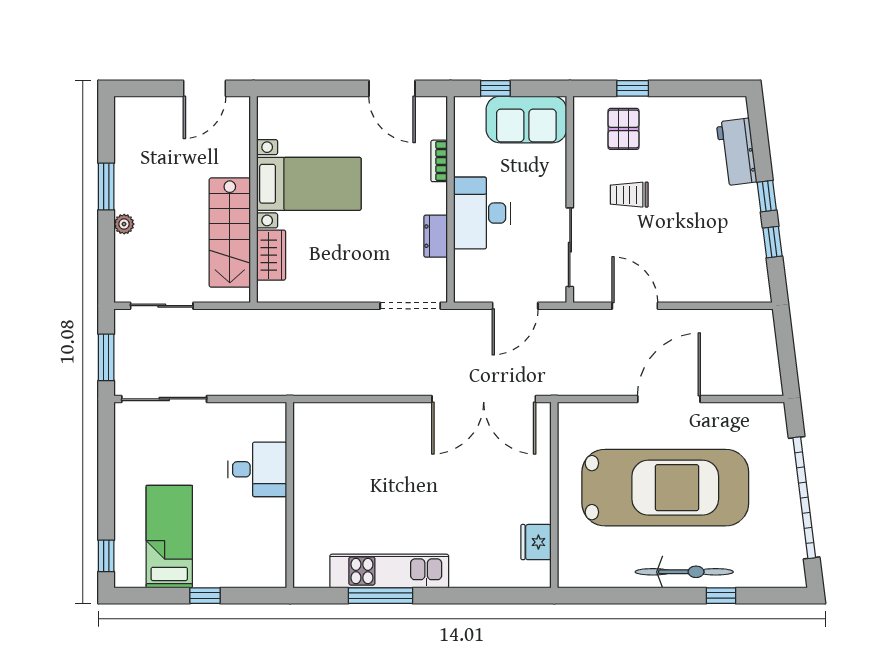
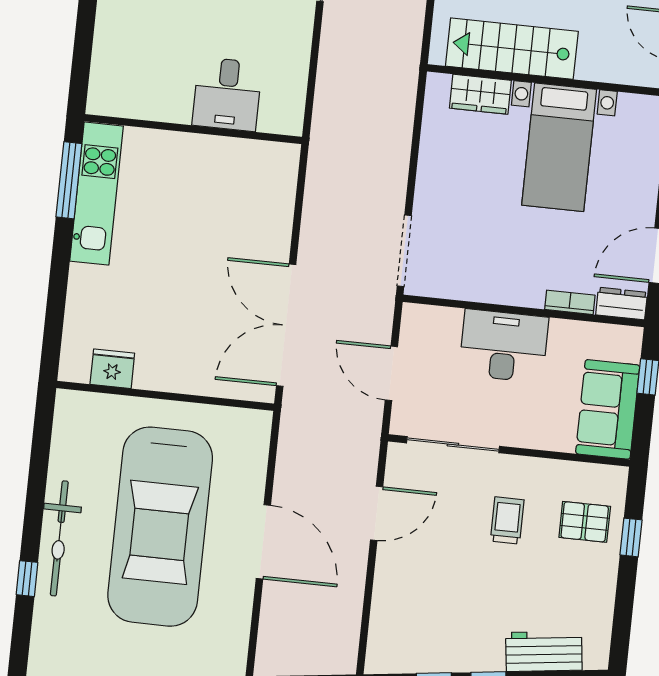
dresser: (436, 236) -> (622, 304), moved
desk: (257, 469) -> (227, 94), moved
wall: (290, 495) -> (193, 129), moved

